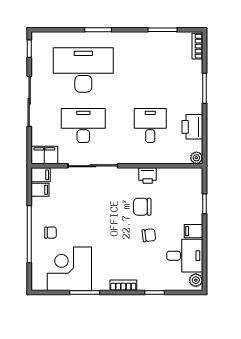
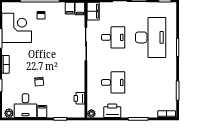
desk: (83, 126) -> (113, 37), width x0.73
printer: (148, 176) -> (79, 98), moved
chair: (142, 207) -> (58, 77), removed

